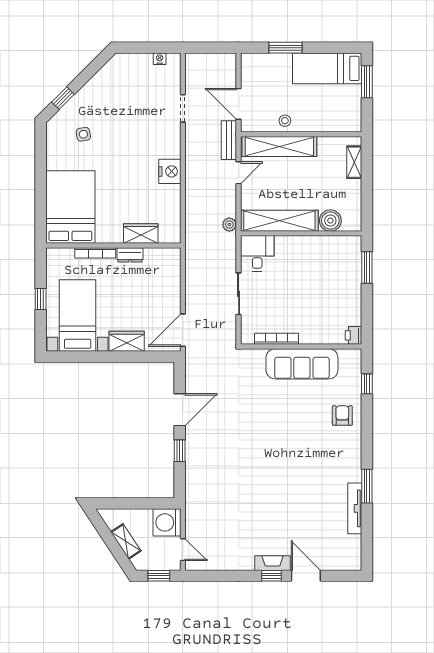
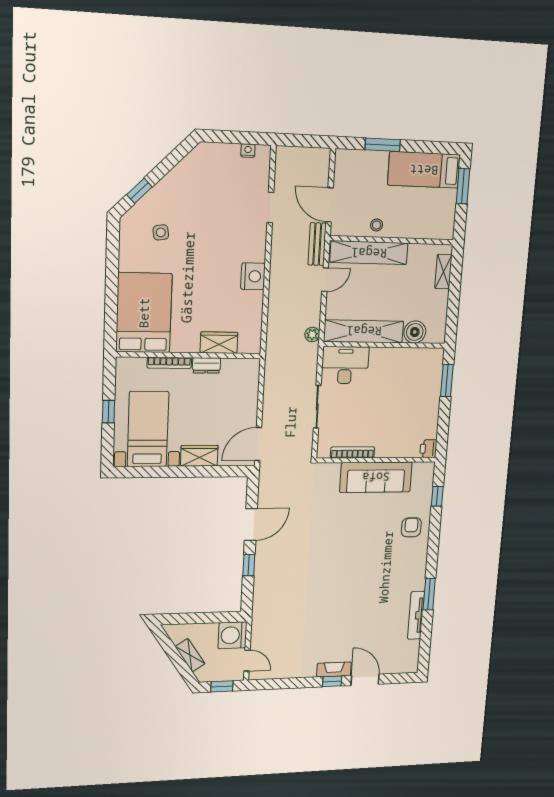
desk: (257, 253) -> (345, 365), width x1.37

